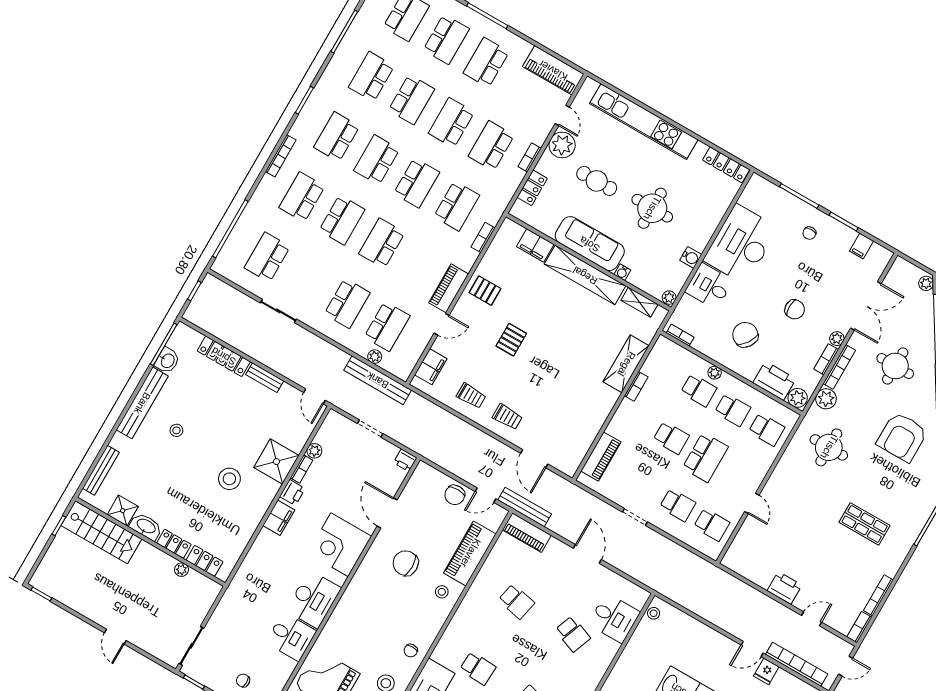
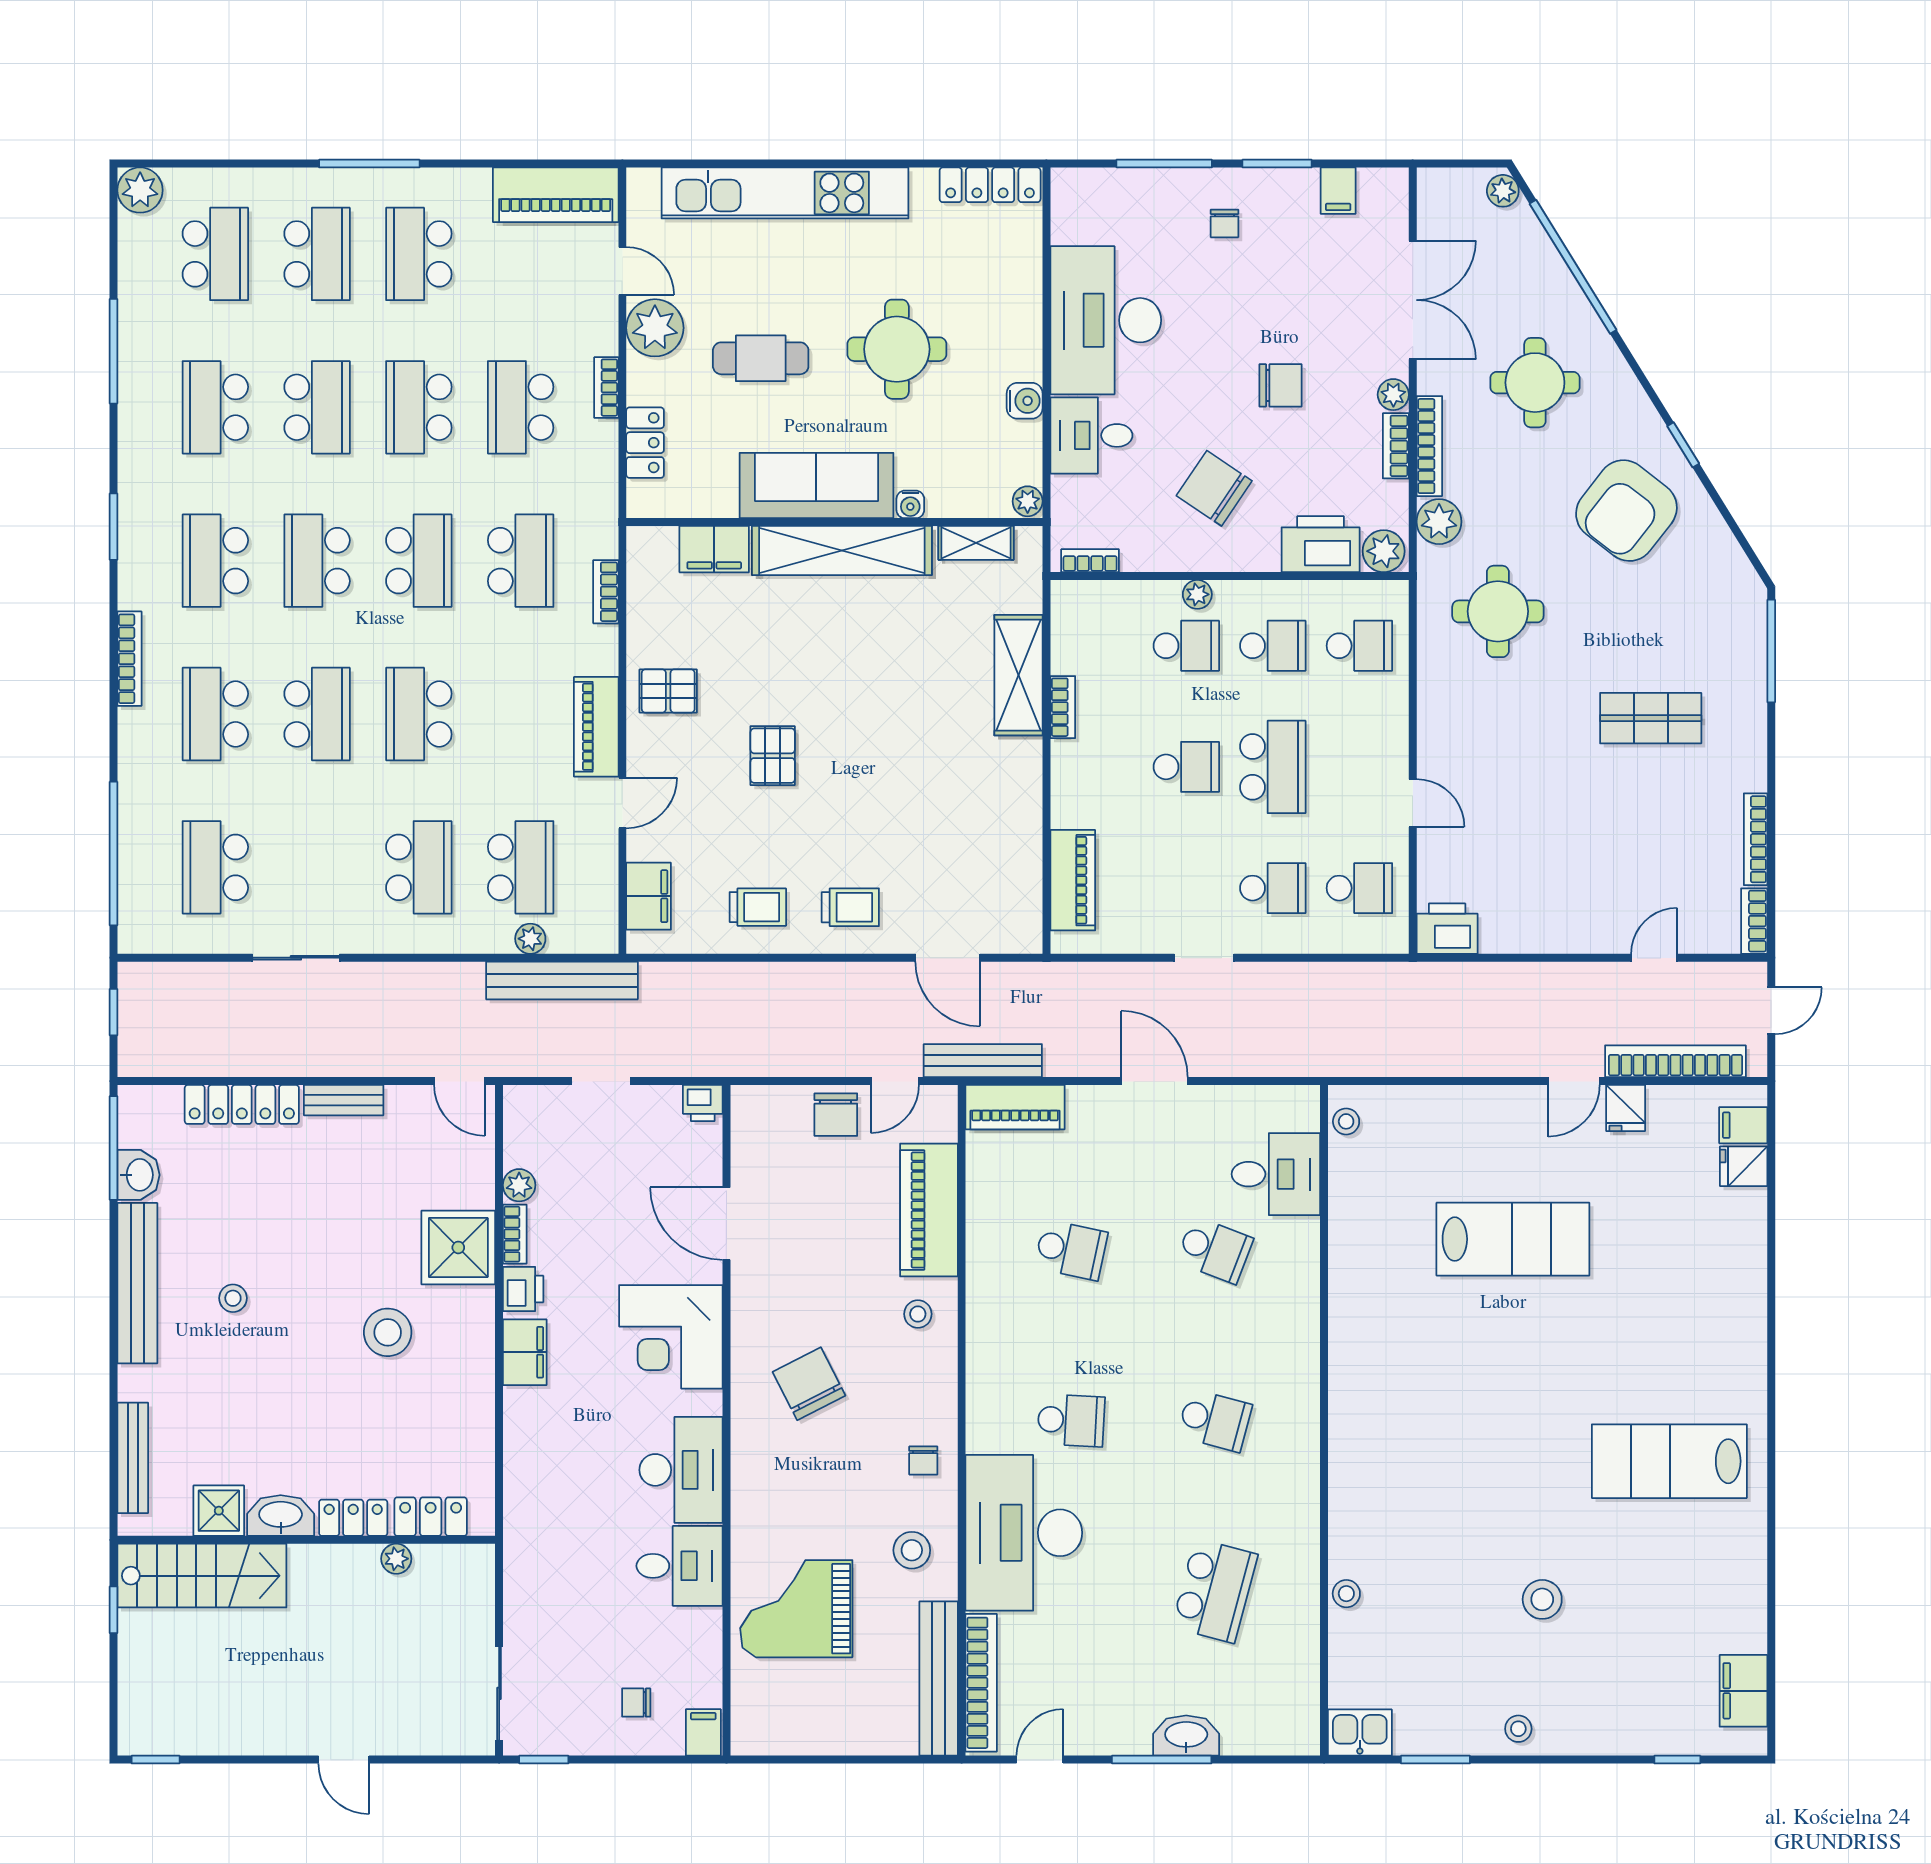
armchair: (902, 437) -> (1626, 511), turned 38
chair: (406, 563) -> (809, 1384), moved, turned 63
printer: (784, 588) -> (1447, 929), moved

